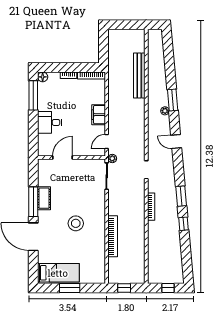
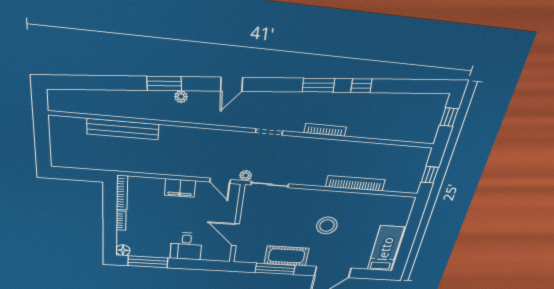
cot: (44, 198) -> (287, 256), width x1.37, depth x1.34
window: (33, 202) -> (275, 269), moved
window: (70, 288) -> (409, 238), removed

